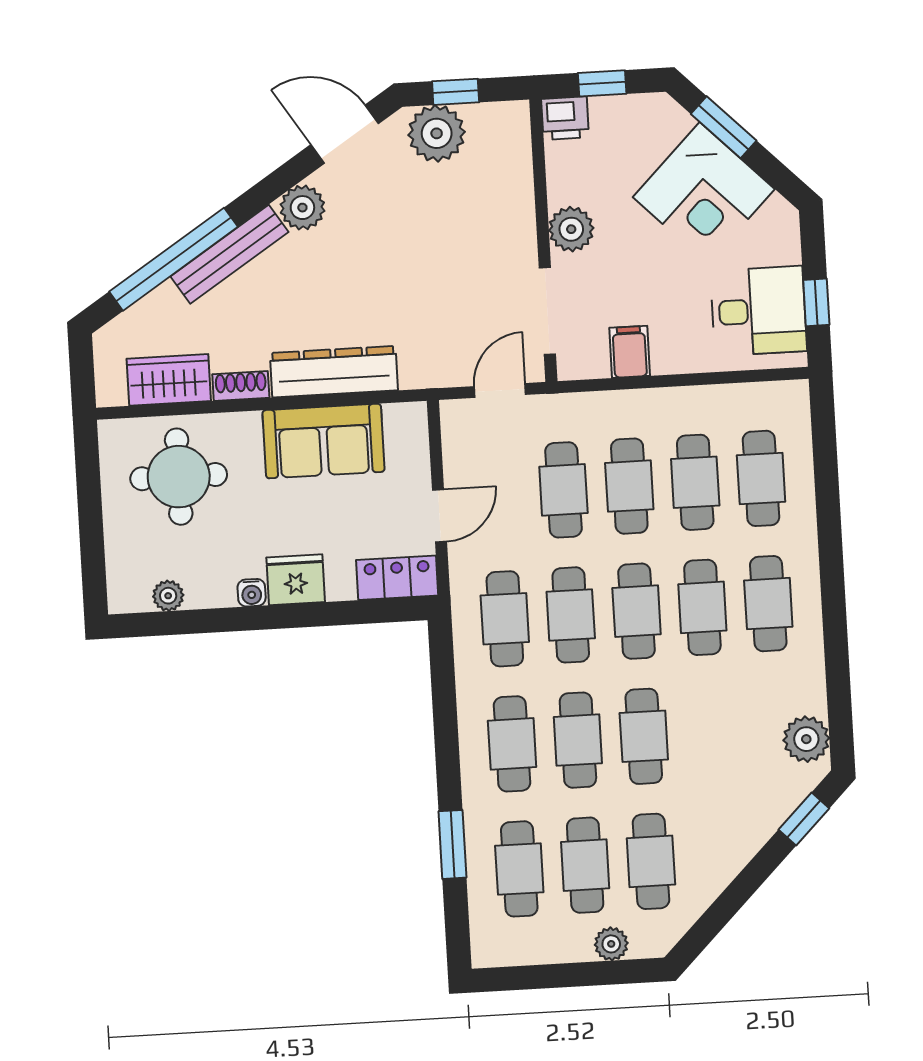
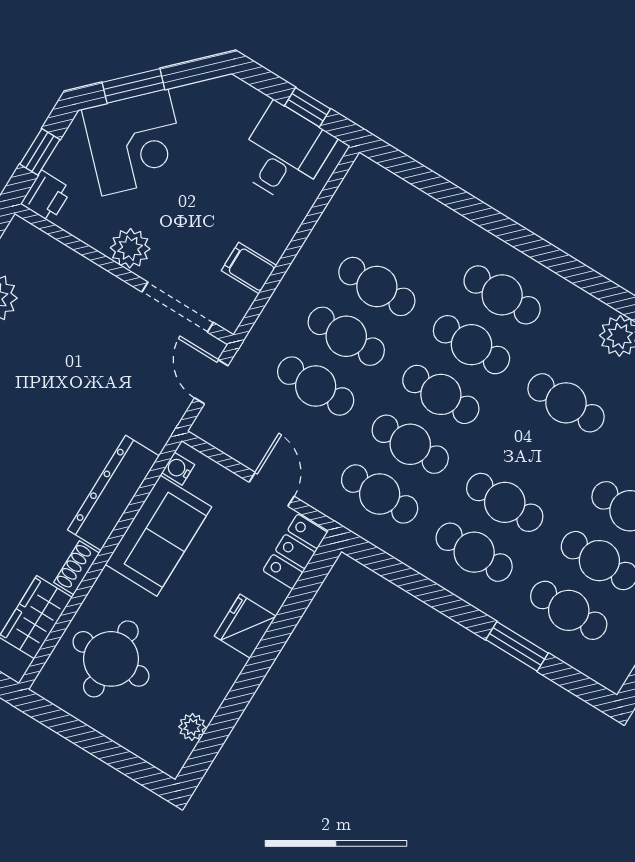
corner desk: (704, 193) -> (135, 142), moved
cafe table: (761, 478) -> (408, 237), removed
water cooler: (252, 593) -> (178, 469), moved, turned 180
cafe table: (644, 736) -> (566, 403), moved

